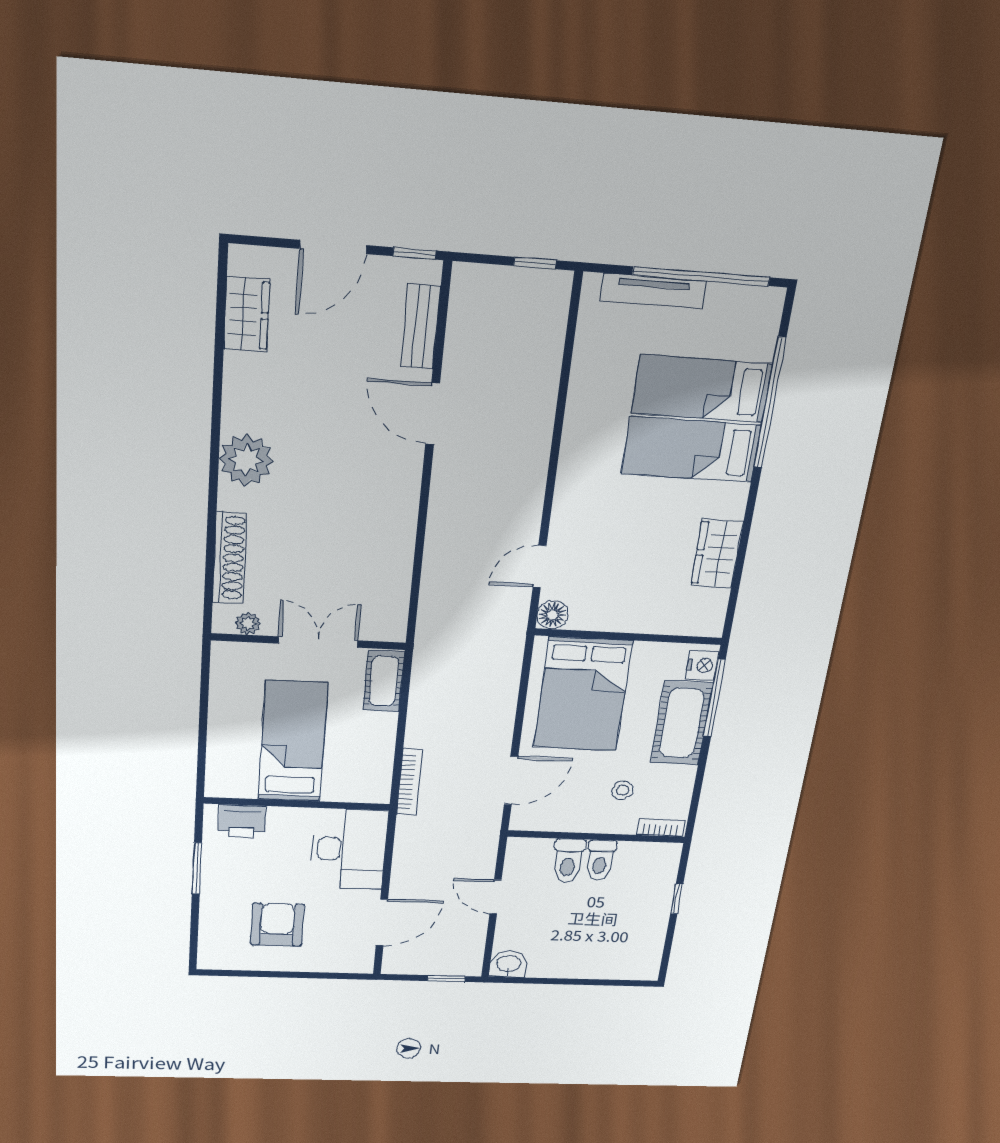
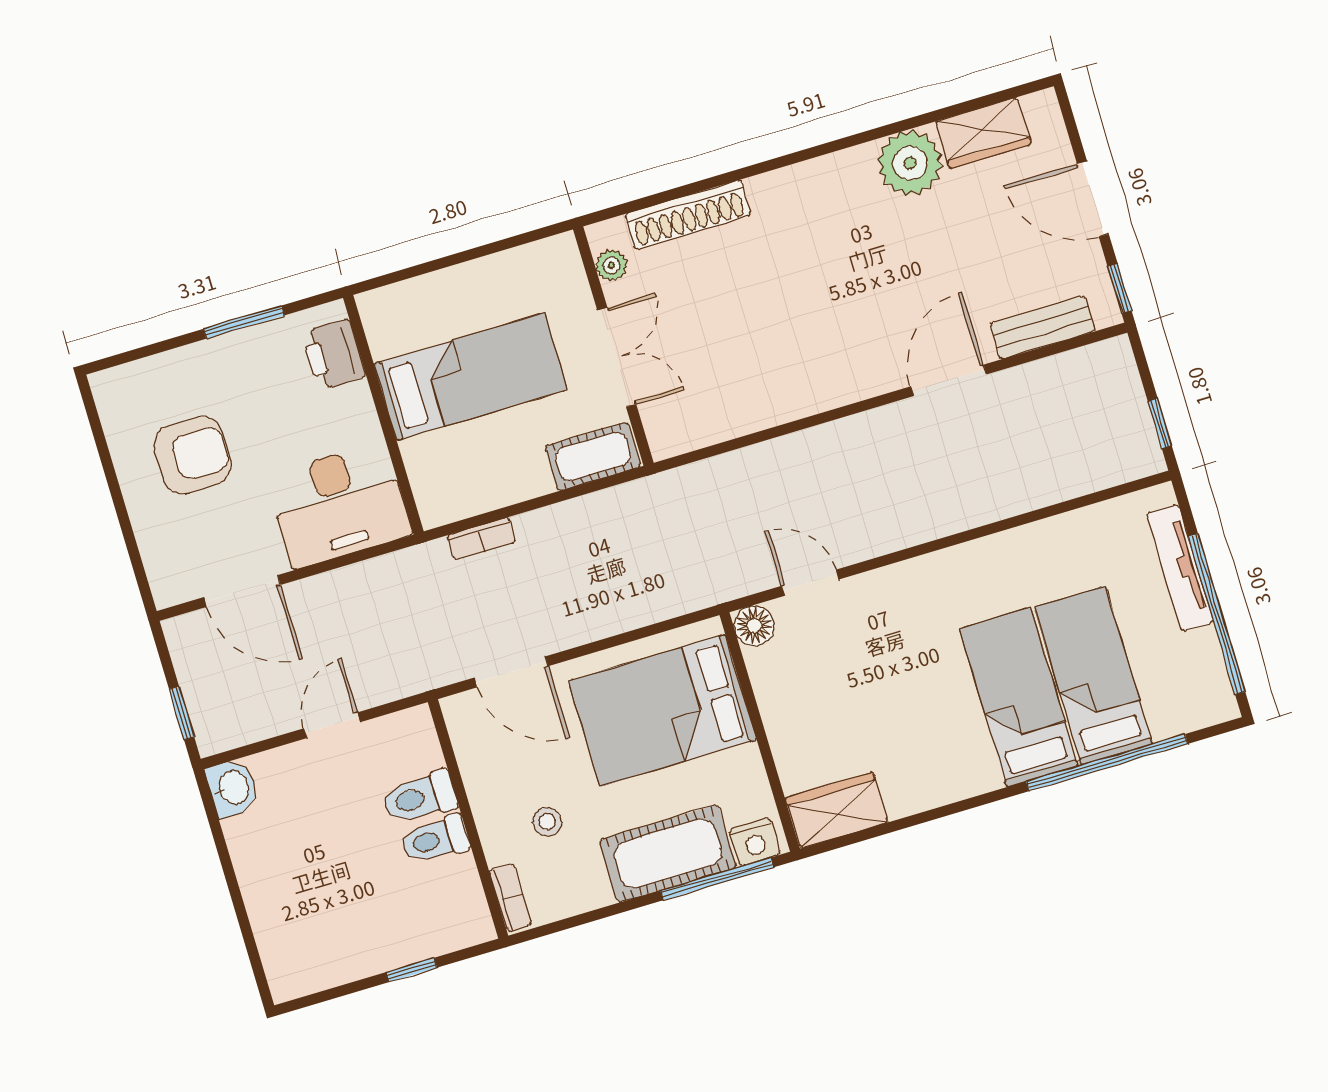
plant: (246, 460) -> (910, 163), moved
wardrobe: (717, 553) -> (837, 810), moved
bookcase: (409, 782) -> (481, 539), width x0.64

